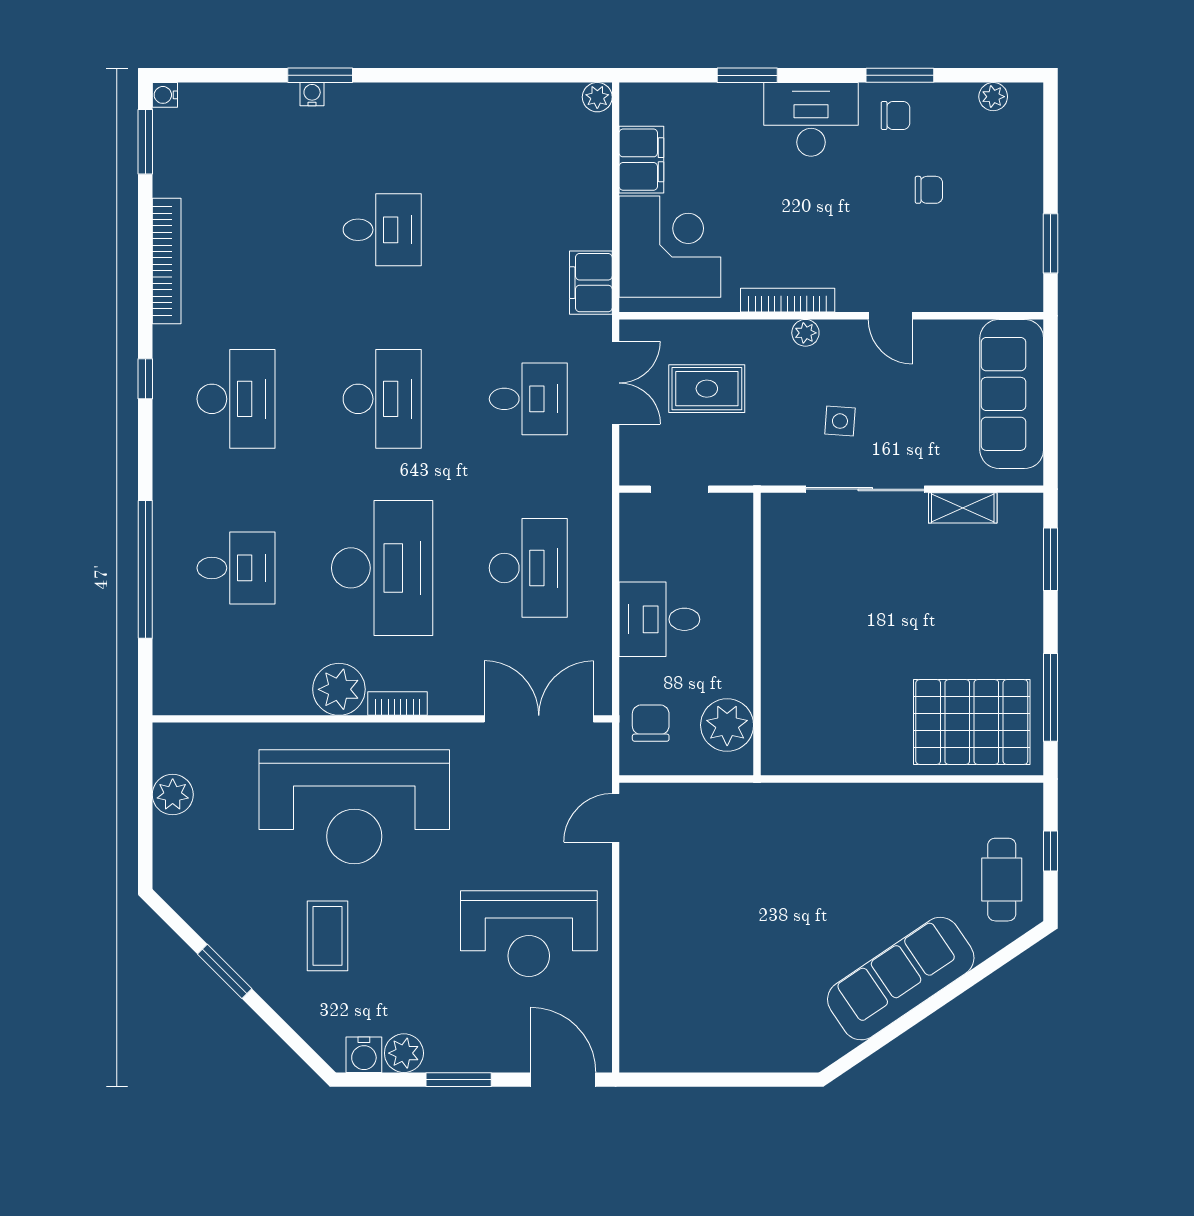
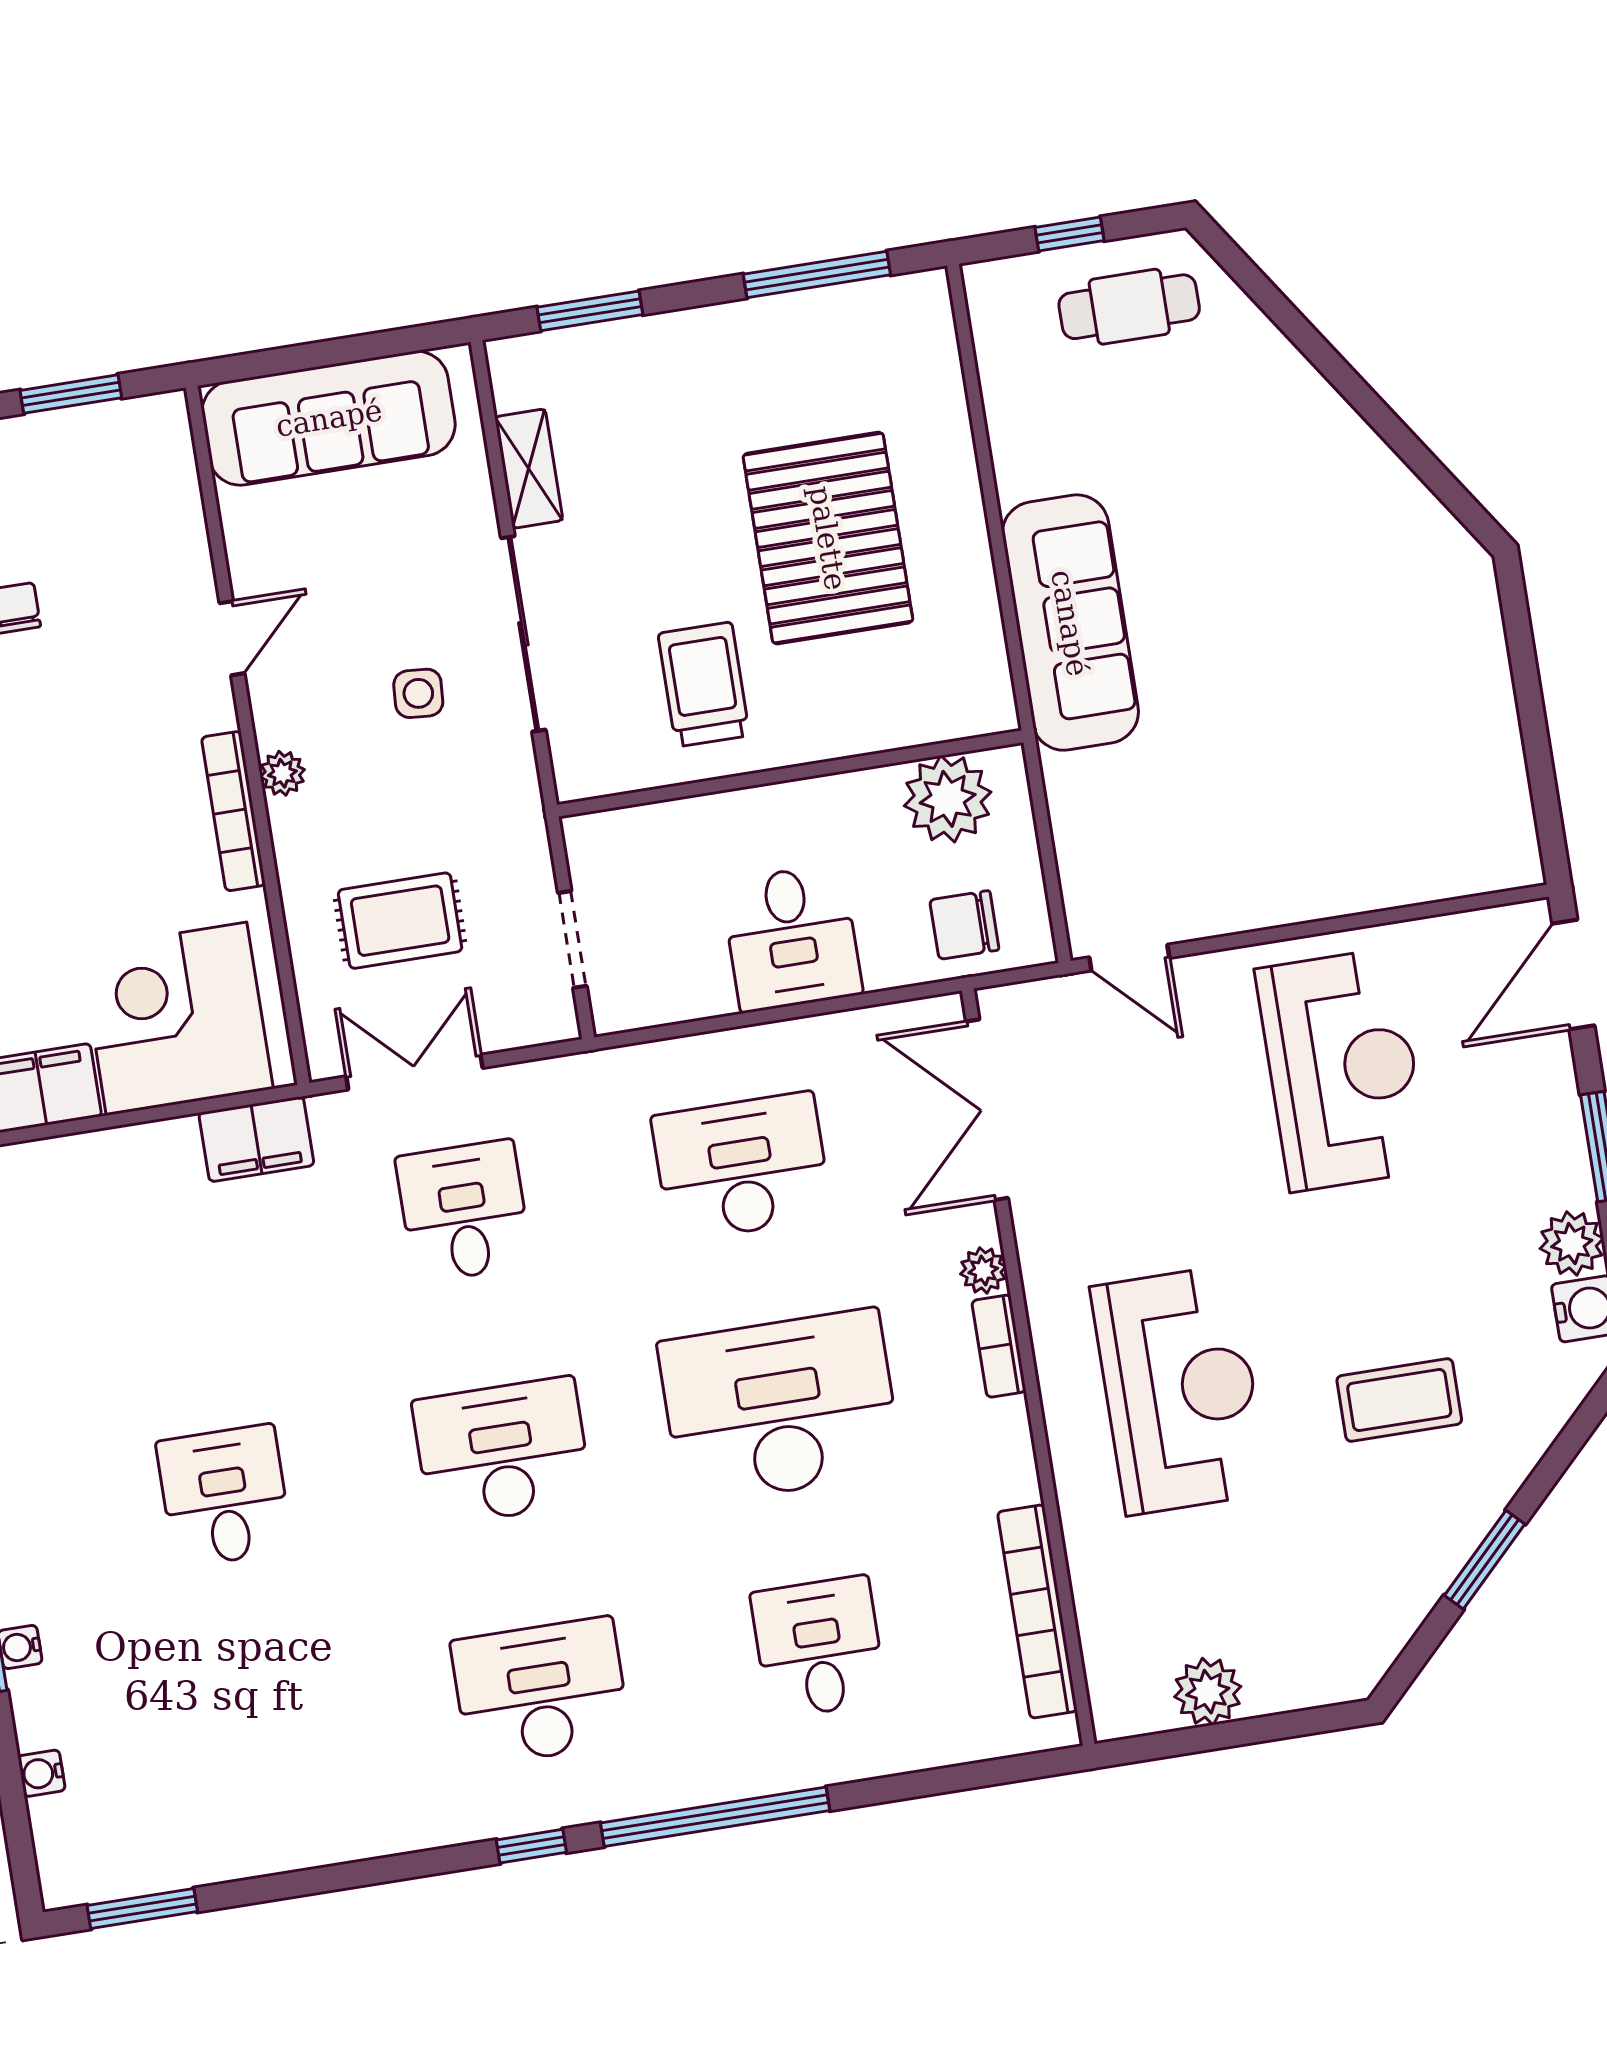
water cooler: (165, 95) -> (42, 1773), moved, turned 90
bookcase: (167, 261) -> (1037, 1611), moved, turned -90
rug: (707, 389) -> (400, 921), turned 90
window: (145, 569) -> (715, 1817), moved
trolley: (818, 591) -> (704, 684), added
plant: (339, 689) -> (983, 1270), moved, width x0.53, depth x0.53
pallet: (972, 722) -> (828, 538), moved
reception desk: (354, 807) -> (1180, 1390), width x0.74, depth x0.77
sofa: (901, 979) -> (1070, 623), moved, turned -146

